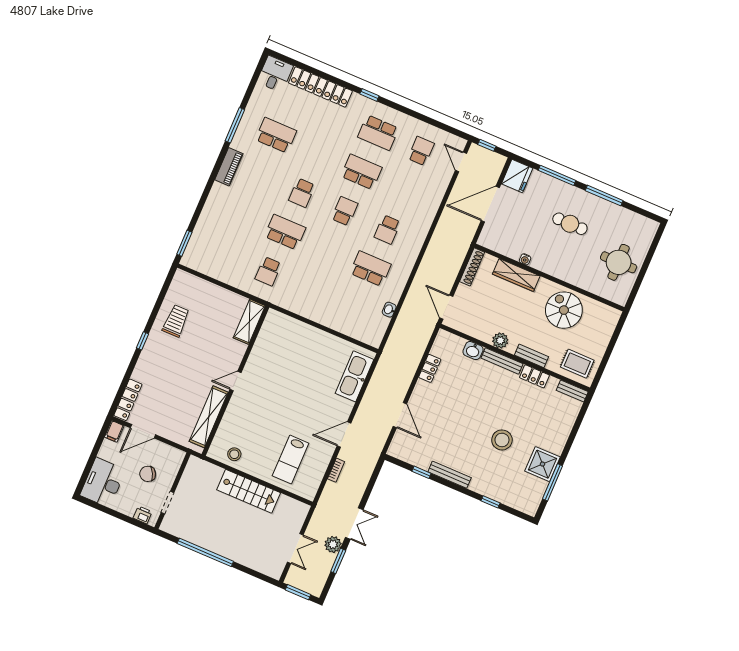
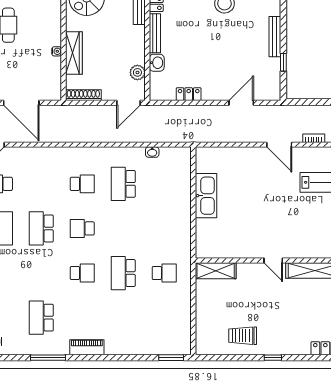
plant: (500, 340) -> (137, 72), moved
kitchen sink: (354, 376) -> (206, 196), moved, turned -90

